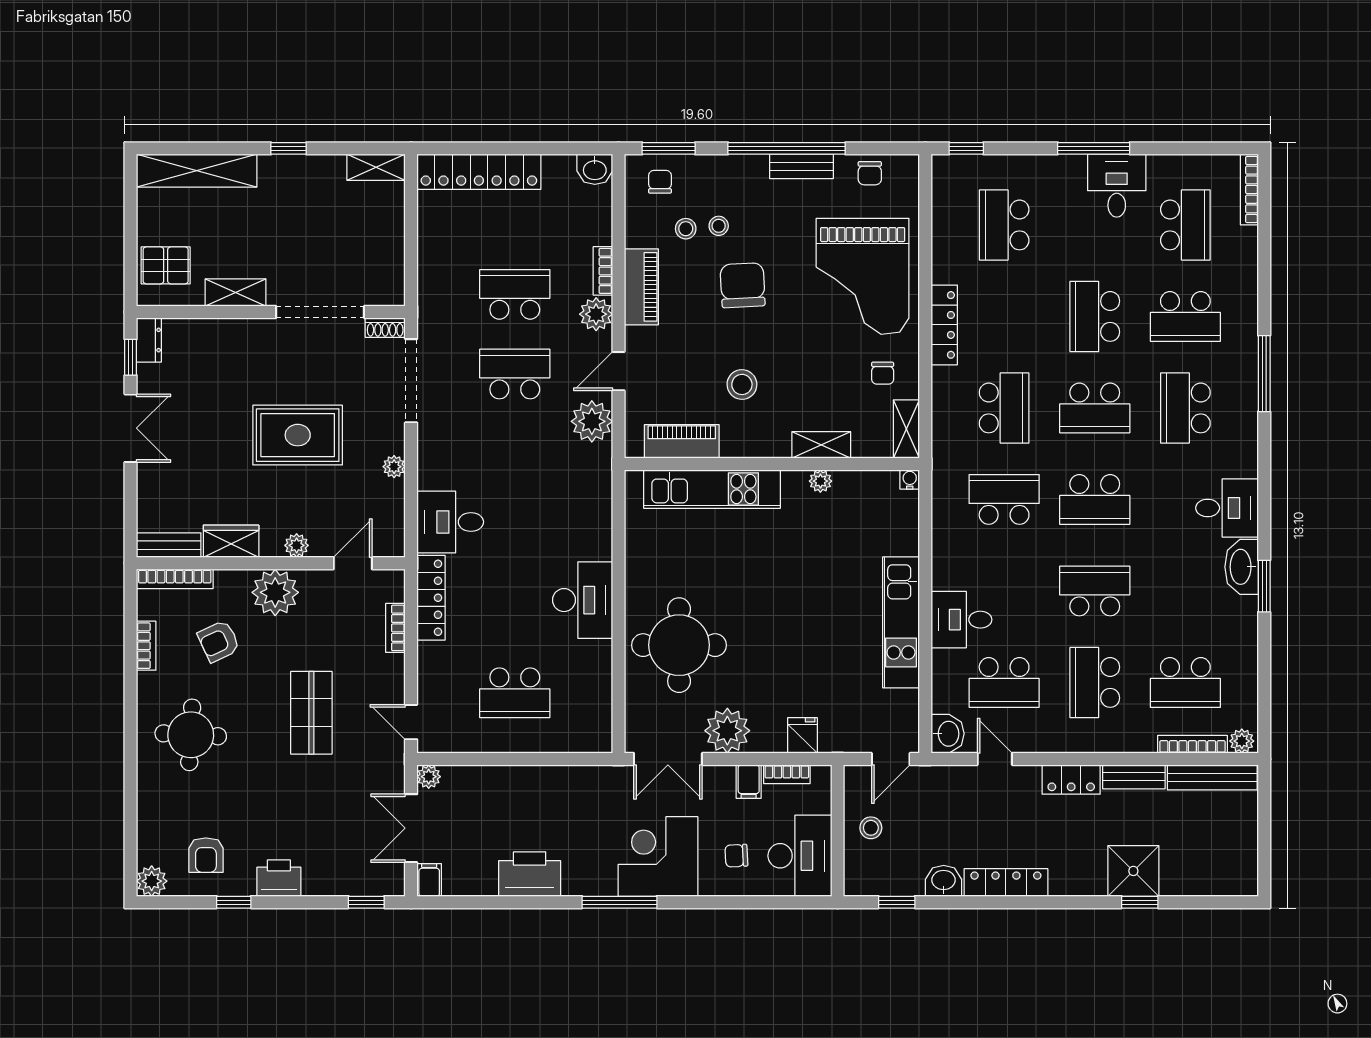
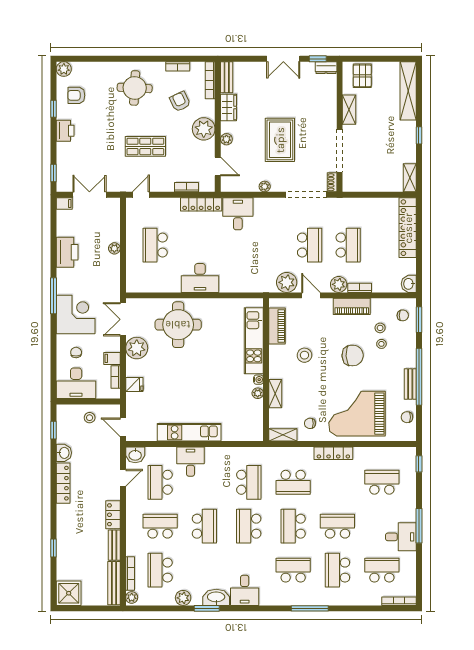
school desk: (1185, 225) -> (382, 570), turned 180
water cooler: (910, 479) -> (258, 380), moved
plant: (1243, 635) -> (183, 598), added
plant: (429, 777) -> (114, 248), moved
shower: (1133, 871) -> (69, 593), moved

